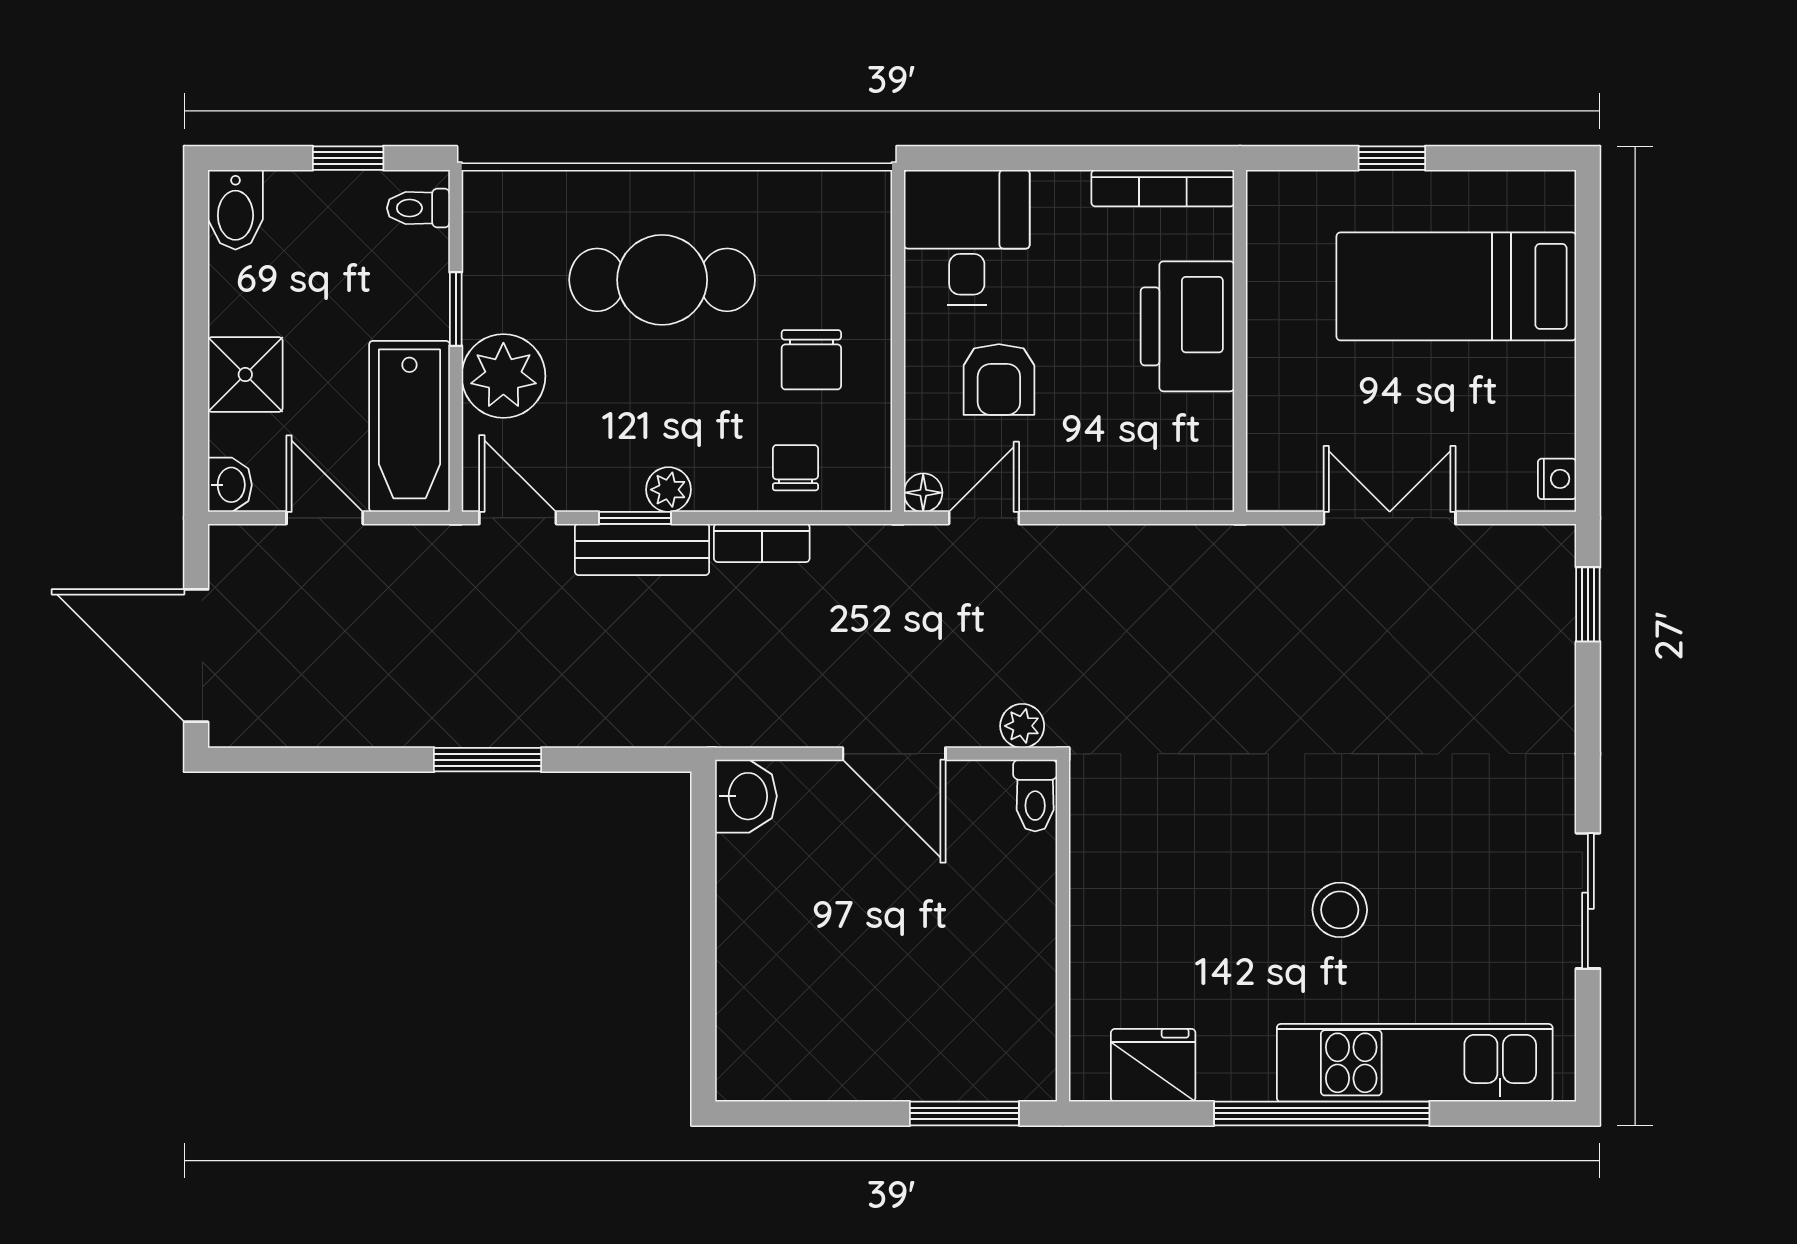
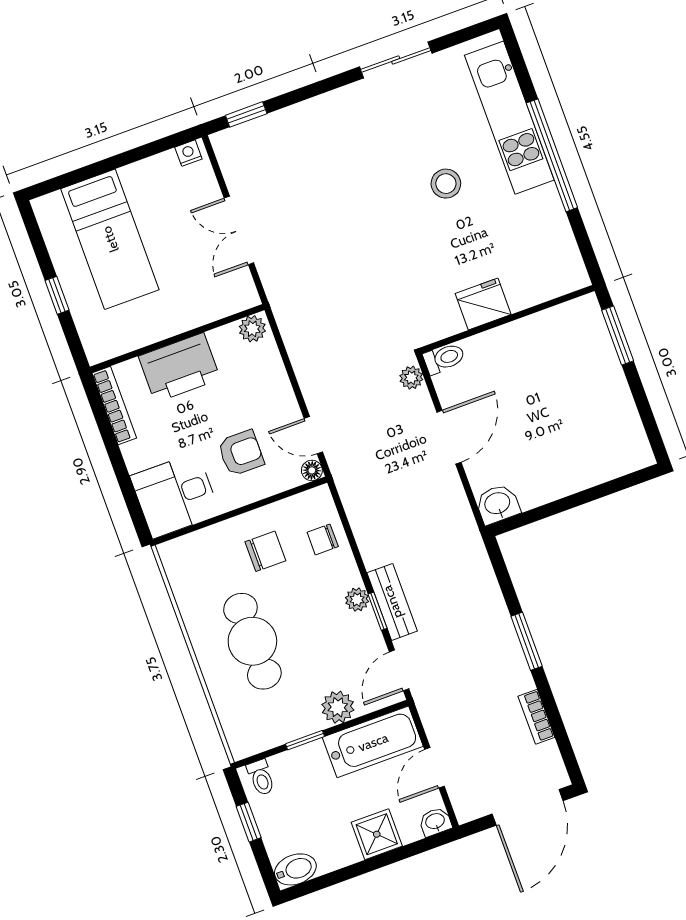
plant: (503, 376) -> (338, 707), width x0.73, depth x0.73
plant: (1209, 479) -> (252, 329), added
bookcase: (762, 543) -> (536, 717), moved, turned 180
fridge: (1153, 1065) -> (483, 304), moved, turned 90

